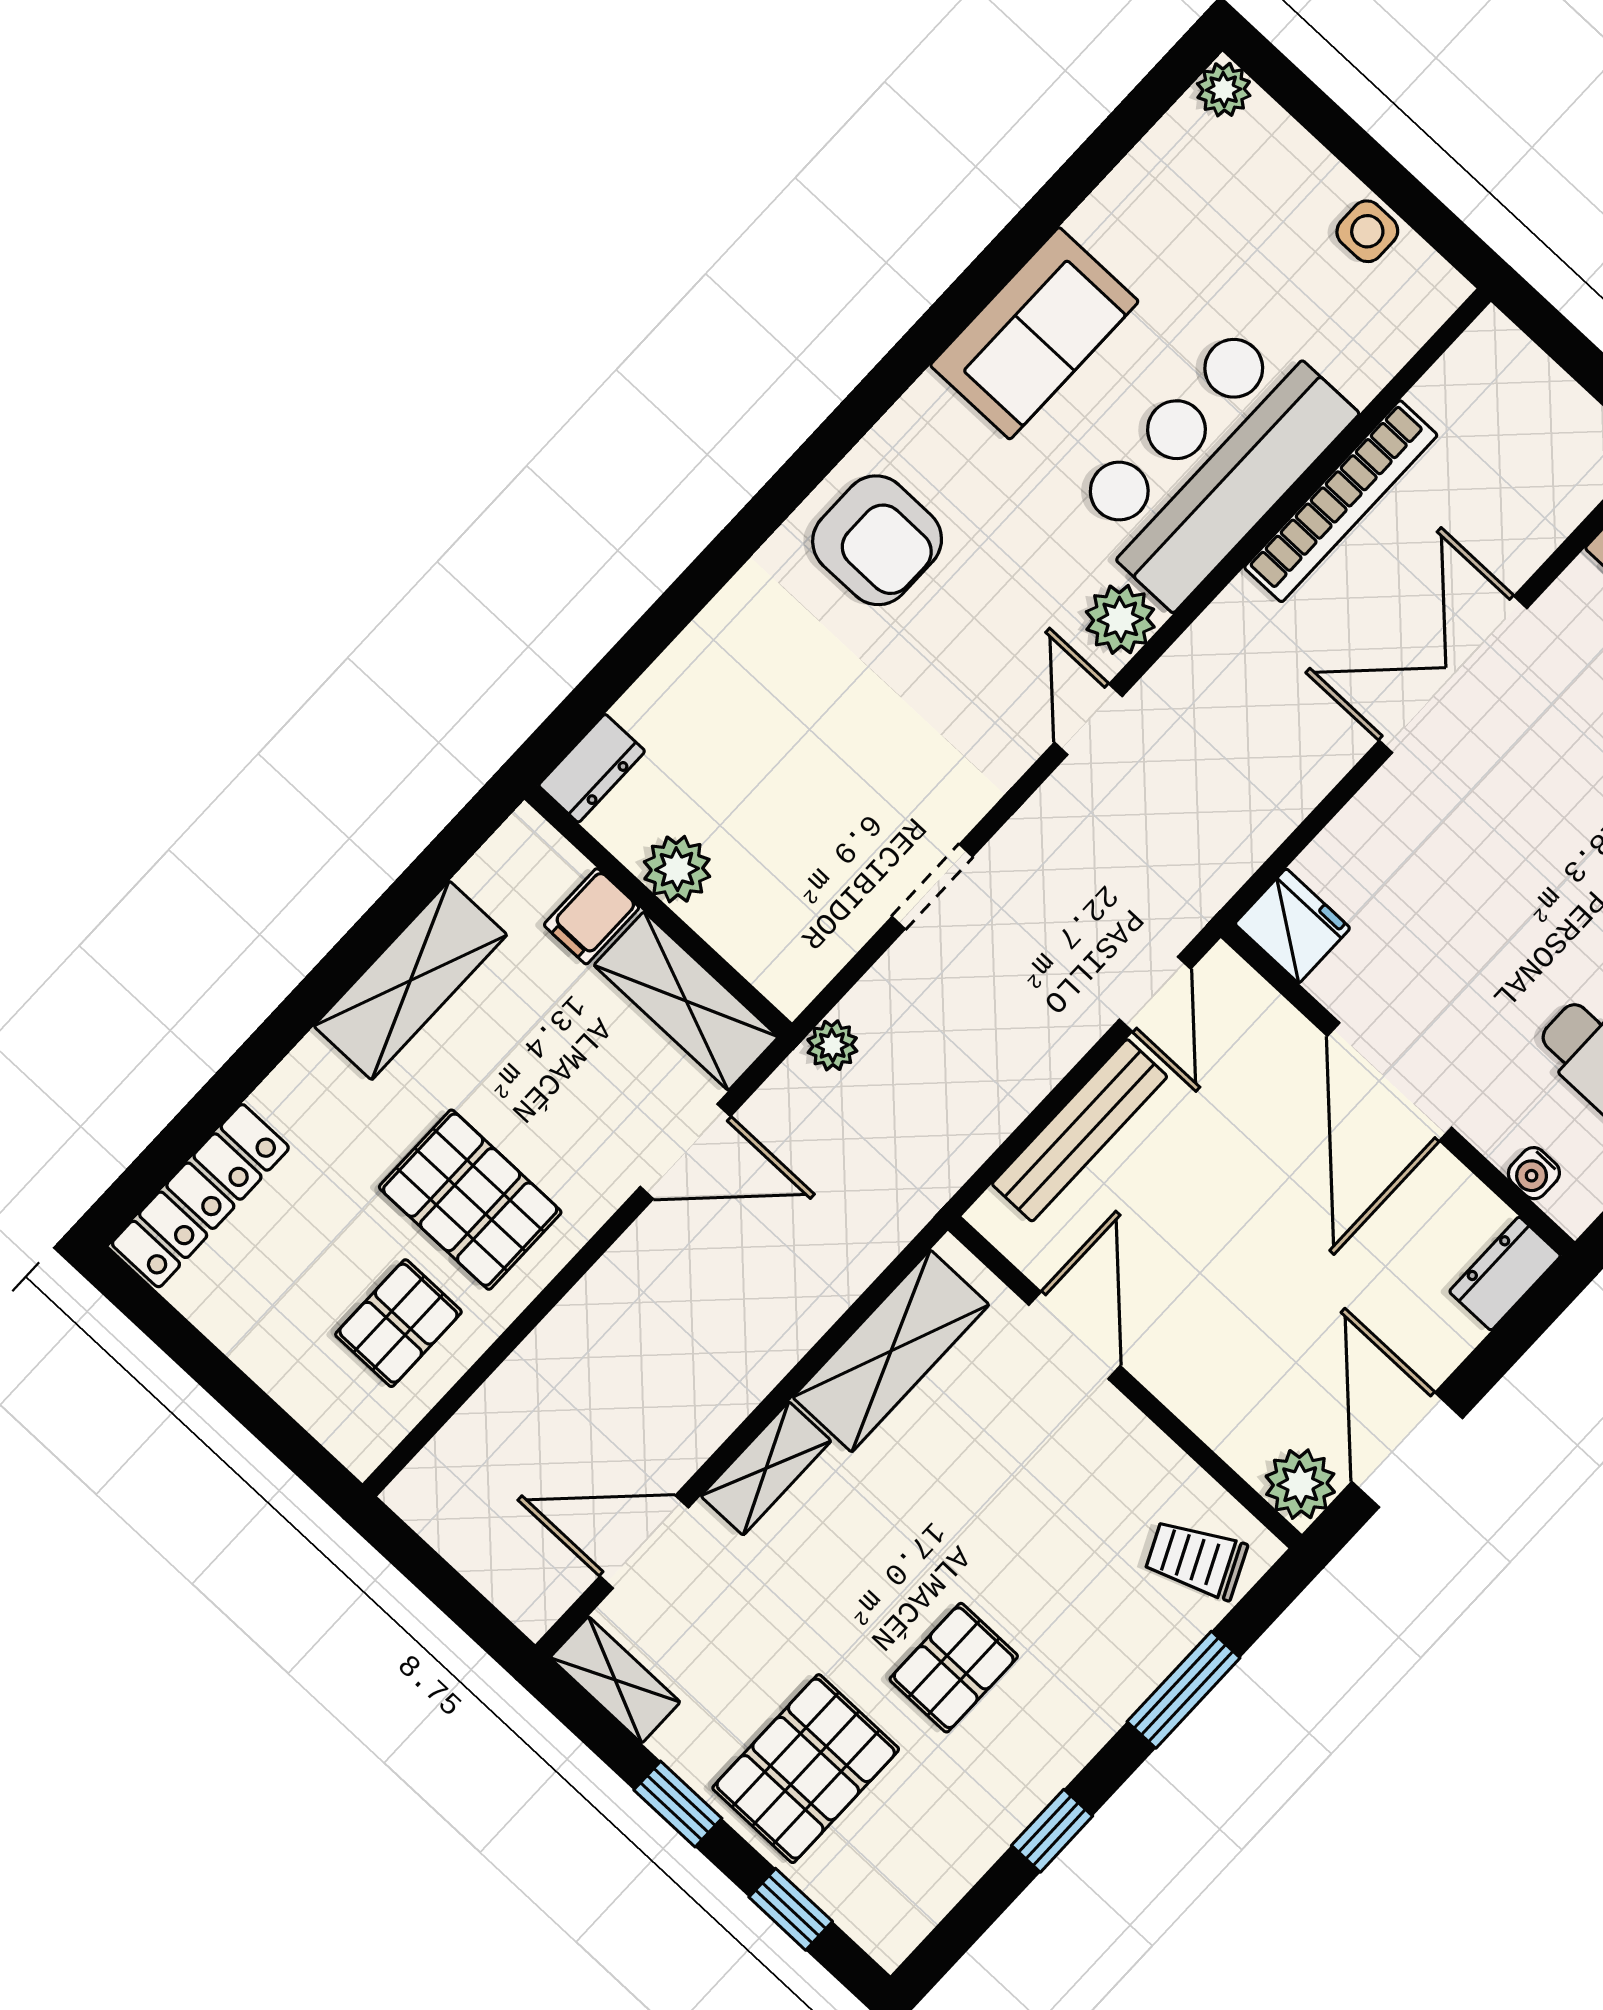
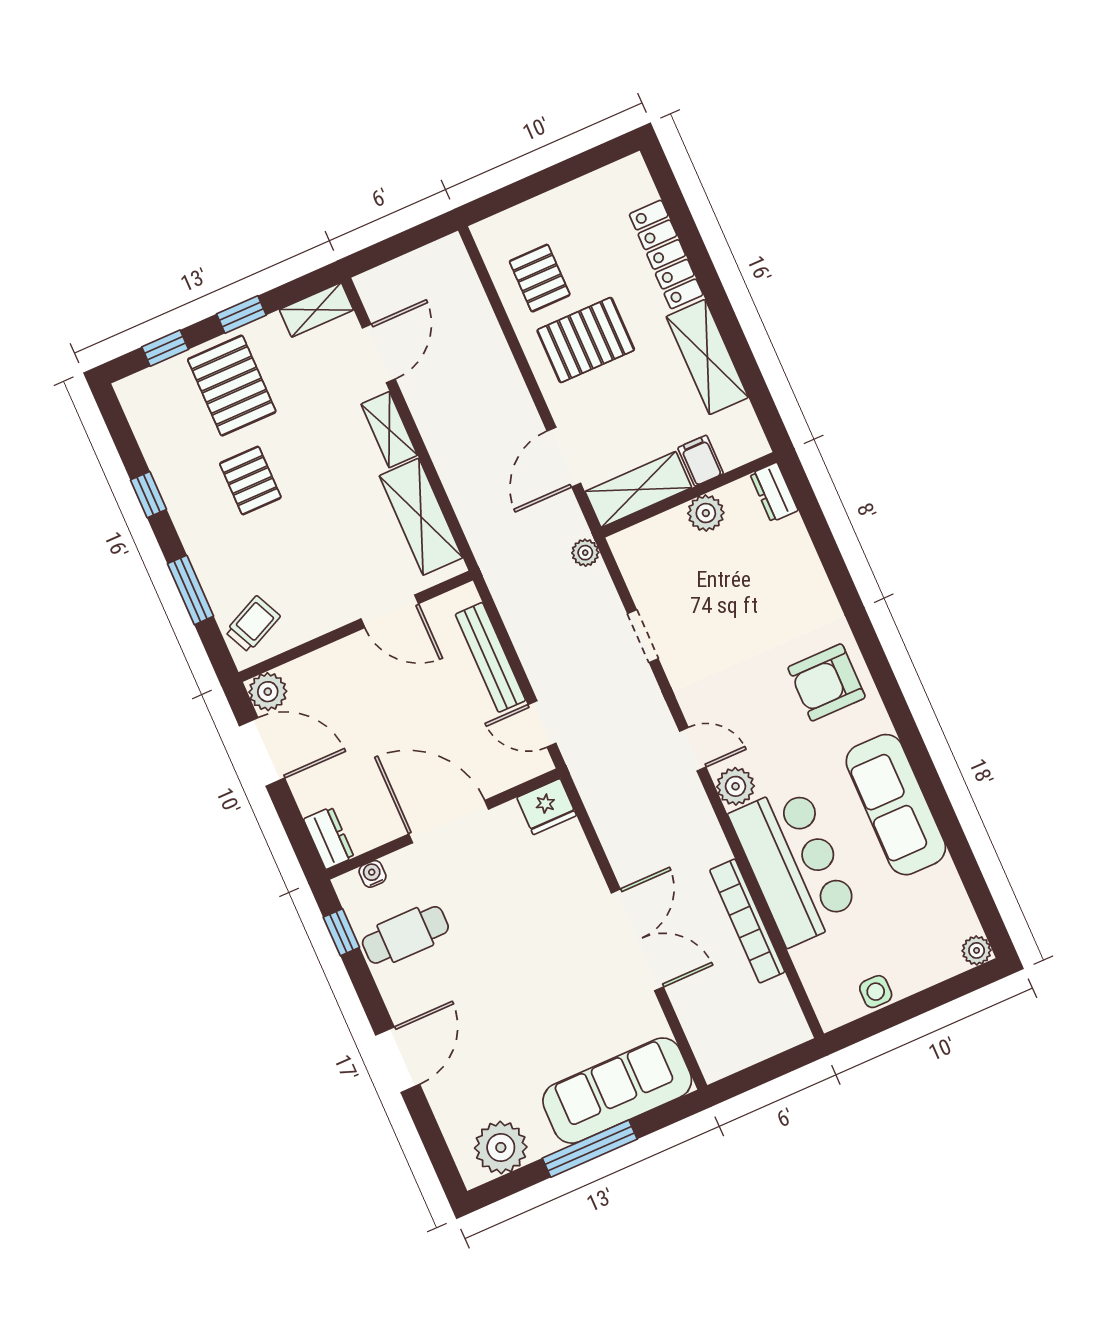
sofa: (1034, 333) -> (896, 805), width x1.36
locker: (200, 1196) -> (666, 254), moved

